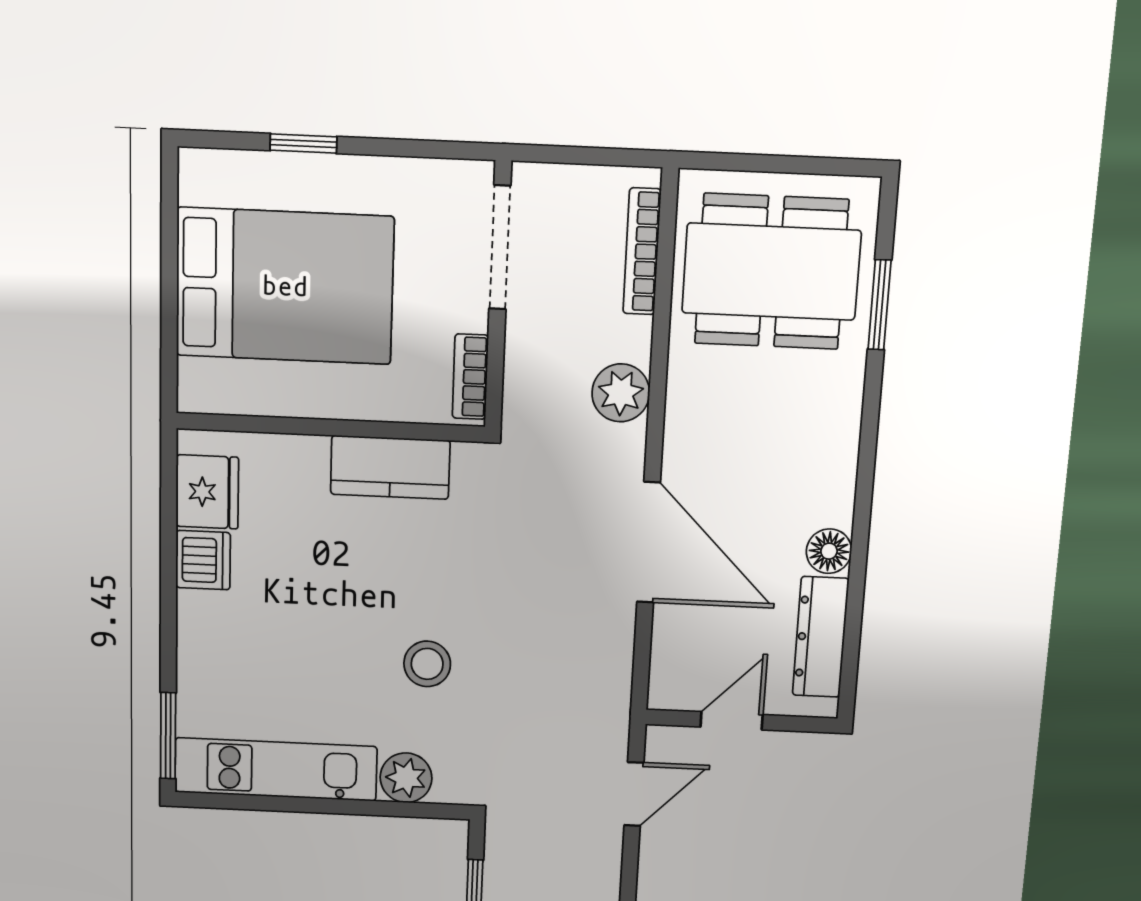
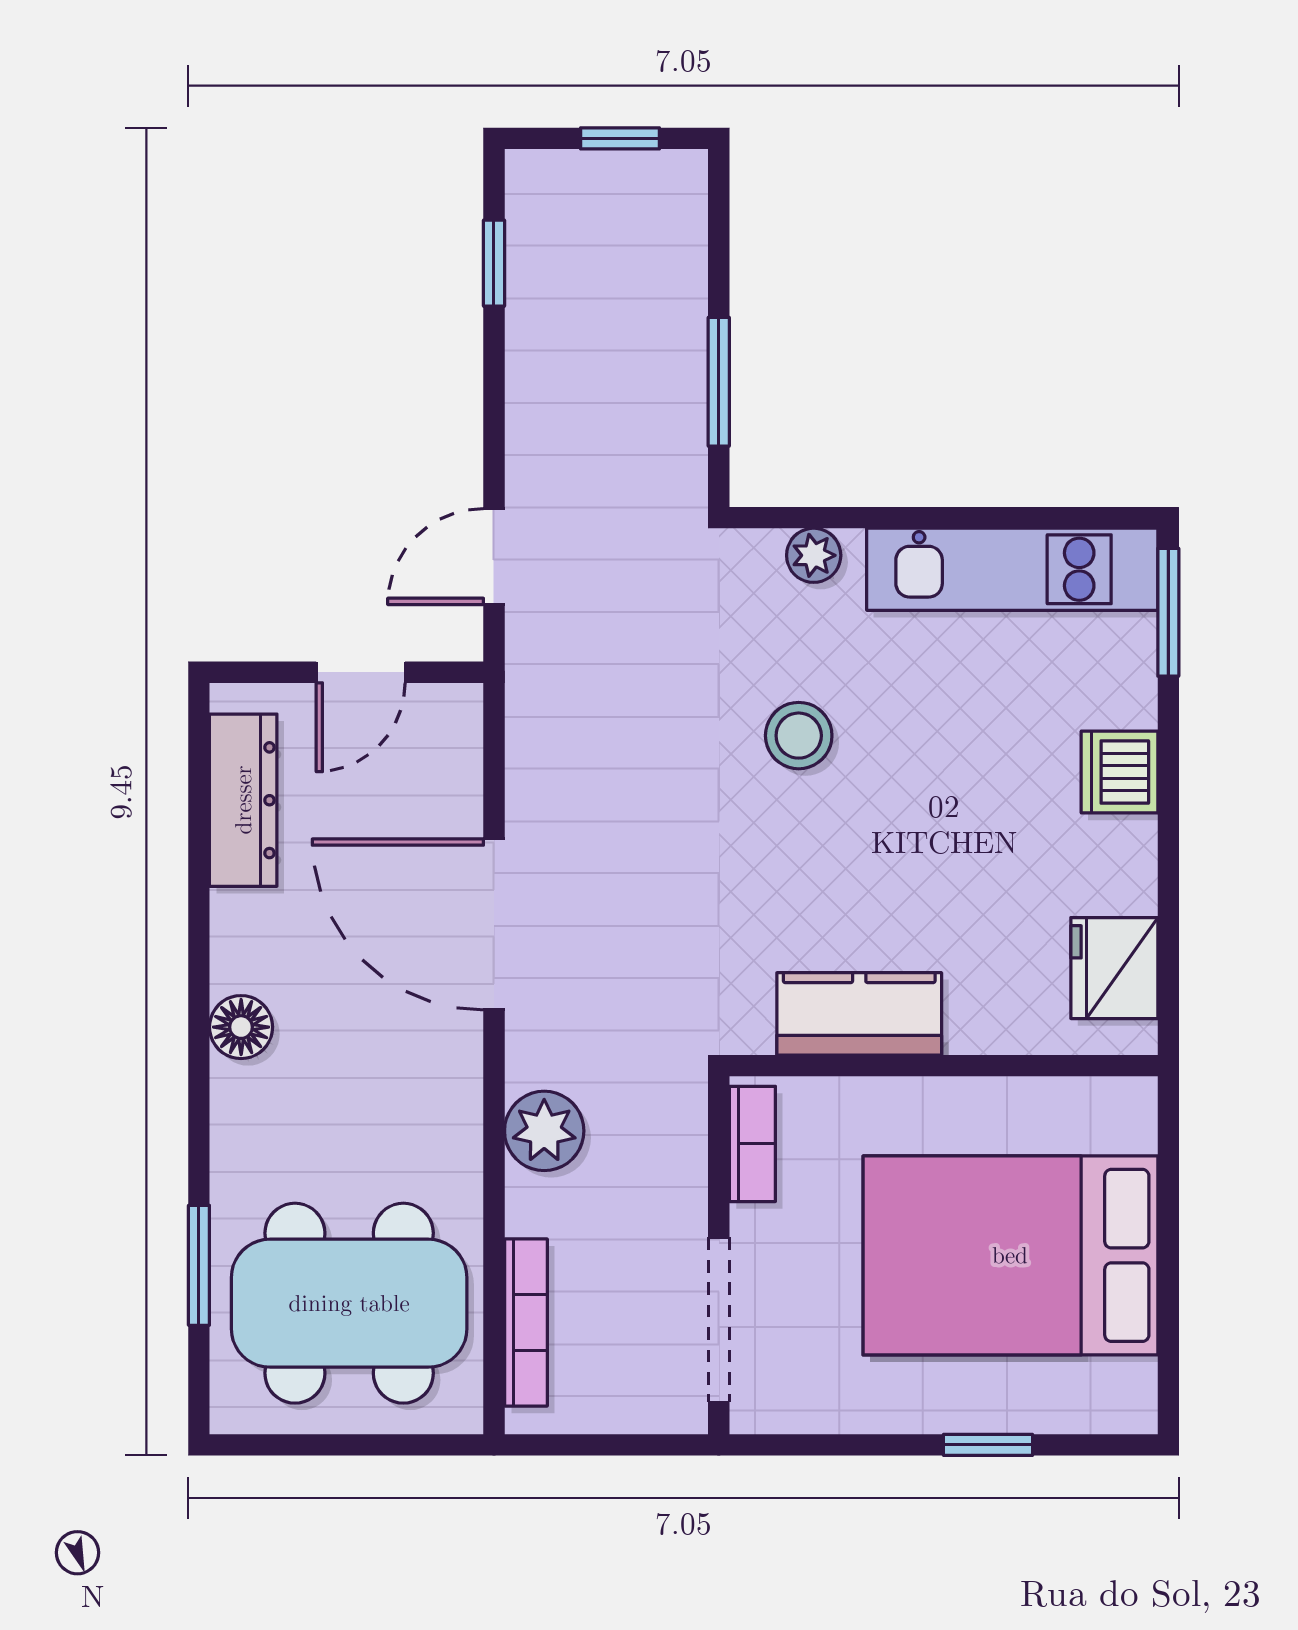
floor lamp: (829, 551) -> (241, 1027), moved
dishwasher: (203, 560) -> (1119, 772), moved
plant: (406, 778) -> (814, 555), width x0.73, depth x0.73

